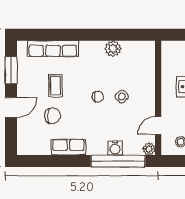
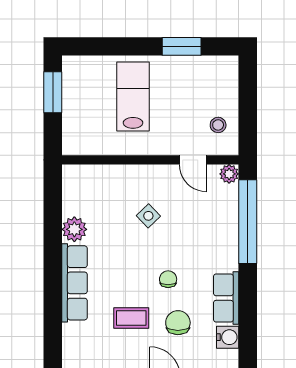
row of seats: (53, 49) -> (75, 283), moved
chair: (98, 97) -> (168, 279), moved
water cooler: (115, 148) -> (228, 337), moved

